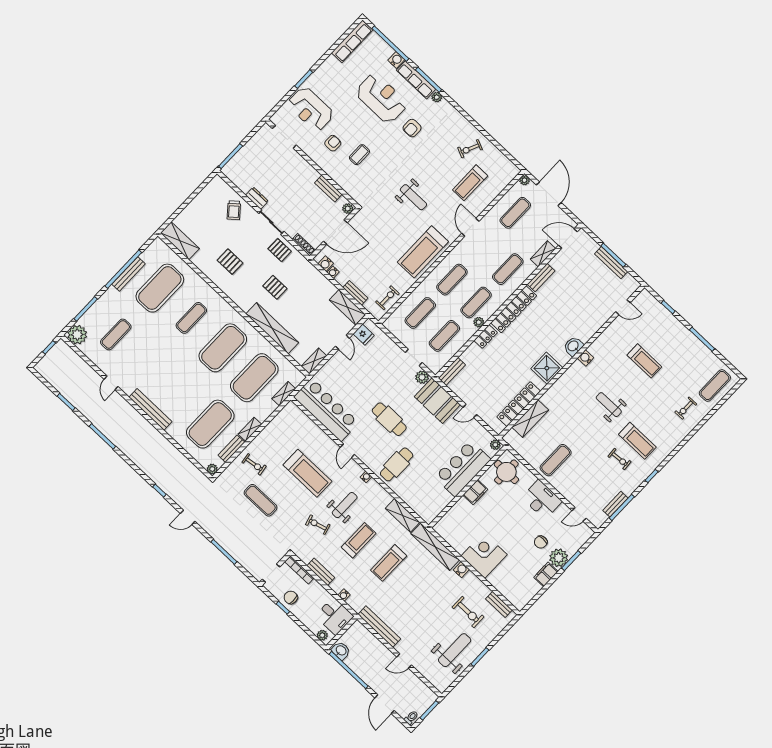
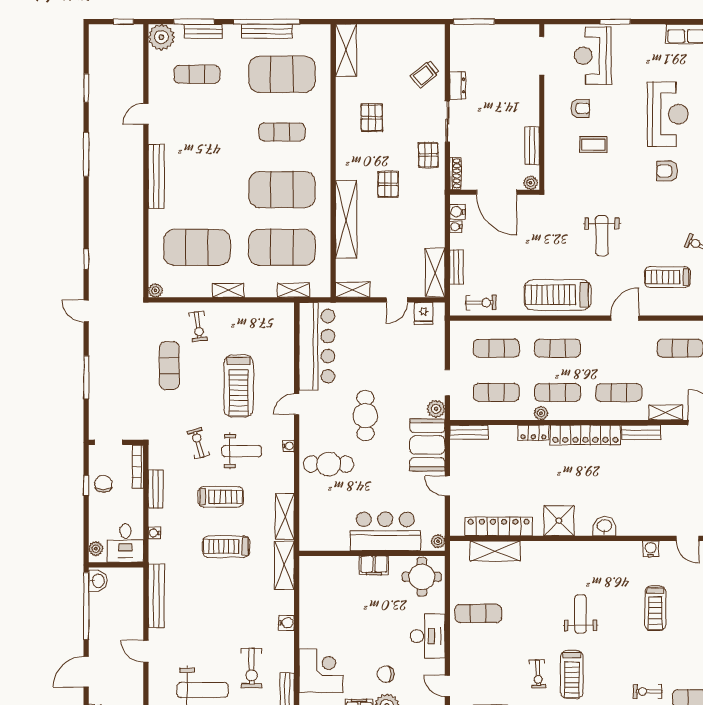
water cooler: (586, 358) -> (651, 549), moved
bench: (231, 449) -> (203, 31), moved
shelving: (435, 547) -> (284, 565), width x0.68
corner desk: (484, 555) -> (321, 671), moved

